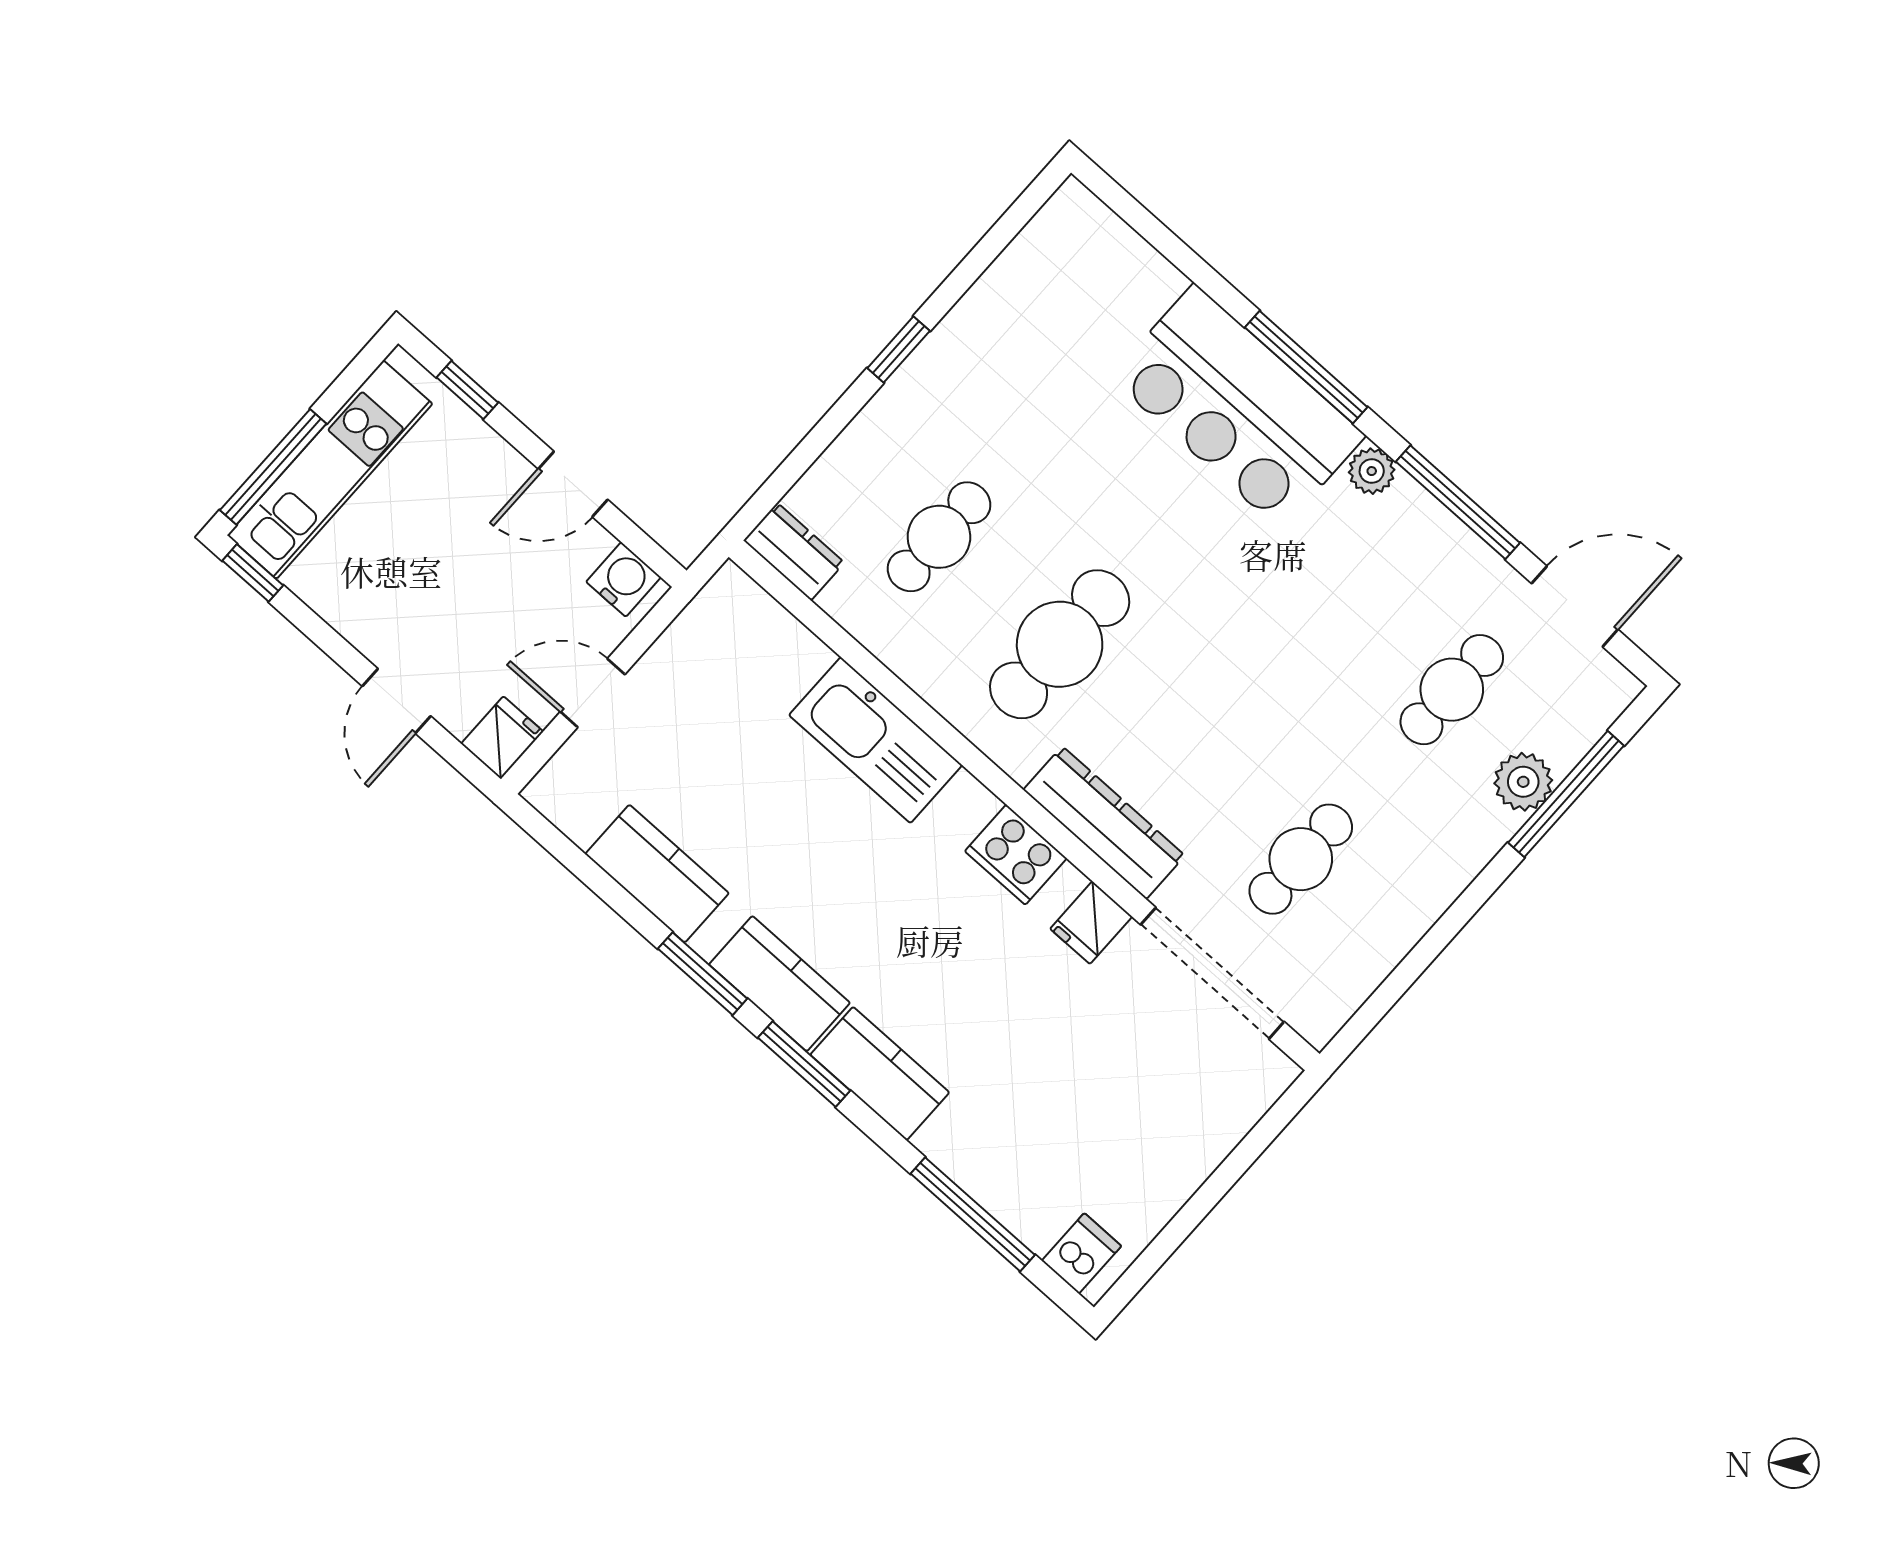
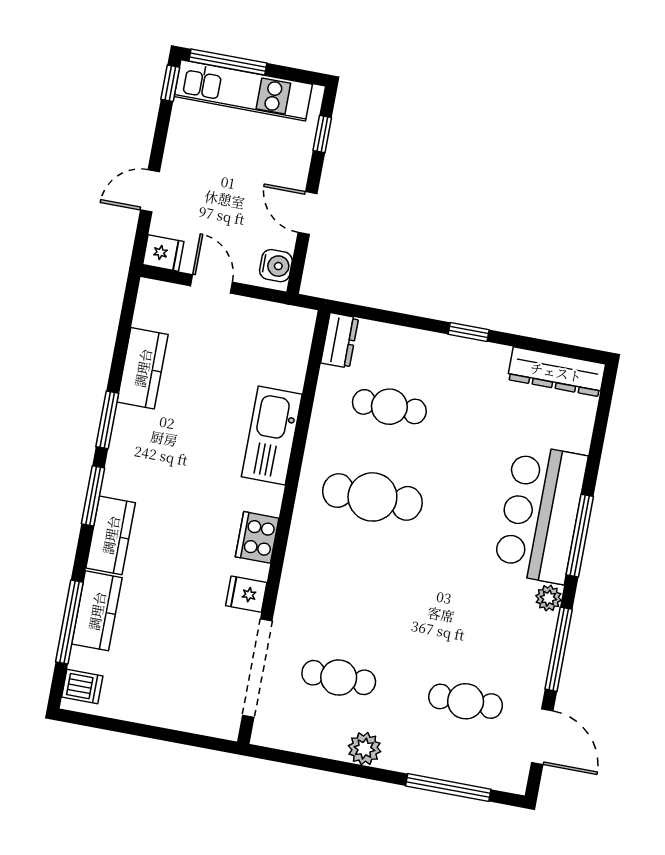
plant: (1523, 782) -> (364, 749), moved
dresser: (1104, 823) -> (556, 372), moved, turned 90
kitchen counter: (780, 984) -> (97, 611), moved

